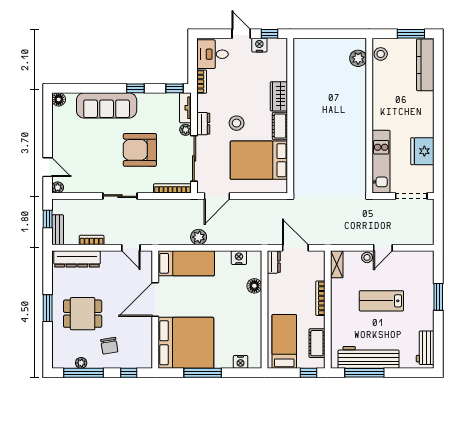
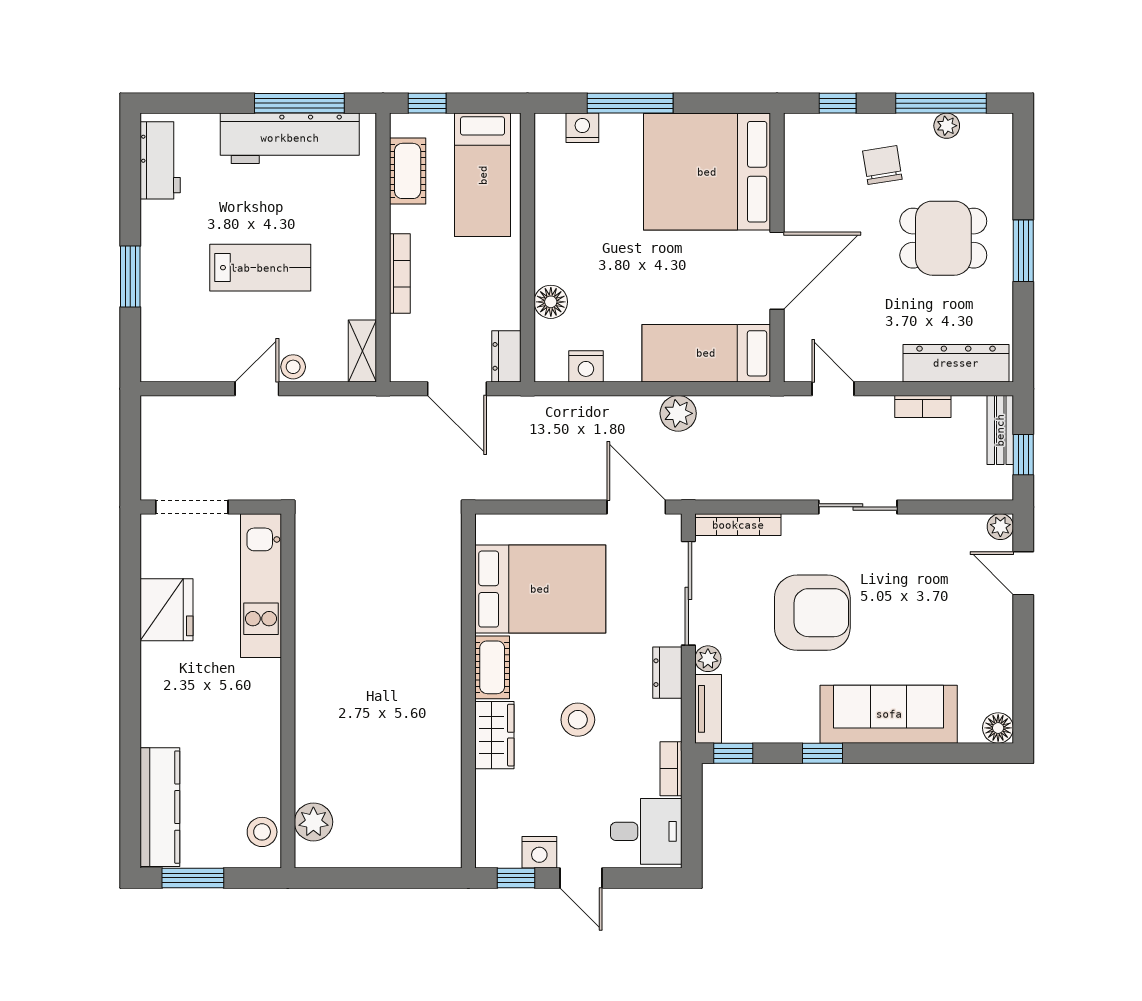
stool: (237, 123) -> (578, 720), moved
door: (217, 196) -> (636, 507), hinge flipped
window: (203, 373) -> (630, 103), moved

